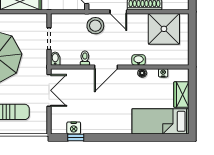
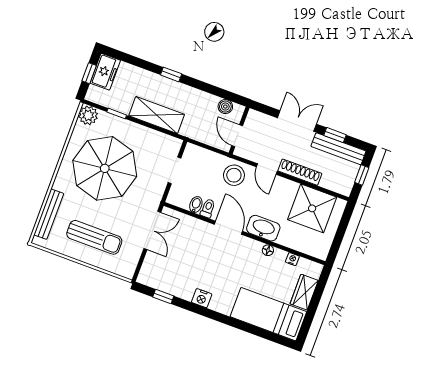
bidet: (55, 59) -> (196, 205), moved
washbasin: (139, 60) -> (263, 228), width x1.91, depth x1.45
door: (106, 67) -> (228, 228), swing flipped
nightstand: (74, 128) -> (202, 298), moved

